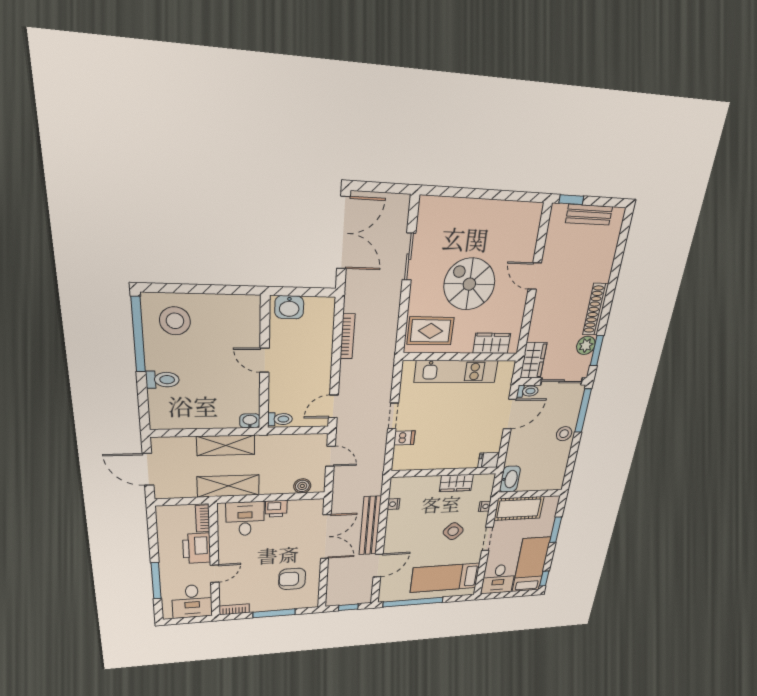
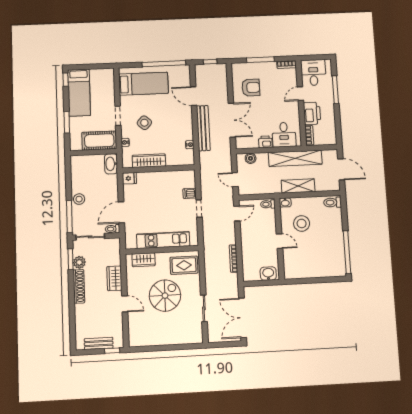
spiral stairs: (469, 284) -> (165, 296), turned -90
stool: (175, 321) -> (302, 223), moved
wardrobe: (533, 360) -> (114, 278), moved
toilet: (163, 380) -> (332, 202), moved
wardrobe: (456, 483) -> (149, 161), width x1.50
shelving: (228, 486) -> (295, 158), width x1.47
double door: (326, 537) -> (232, 120), swing flipped
door: (378, 566) -> (194, 96), hinge flipped
desk: (499, 579) -> (102, 81), removed

